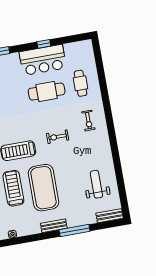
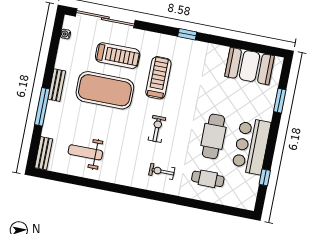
window: (44, 44) -> (265, 177), moved
weight bench: (96, 184) -> (85, 152), turned 180

